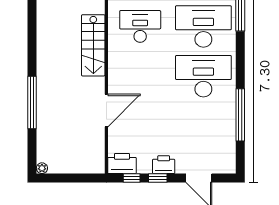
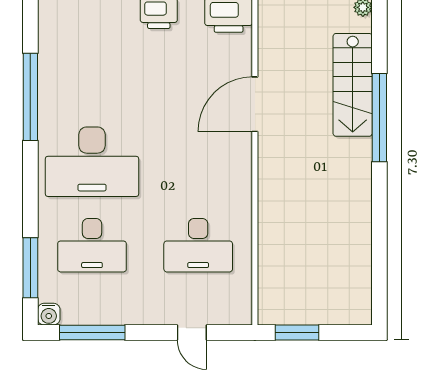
desk: (203, 26) -> (92, 245), width x0.73, depth x0.77
stairs: (93, 45) -> (353, 85), moved, turned 180

